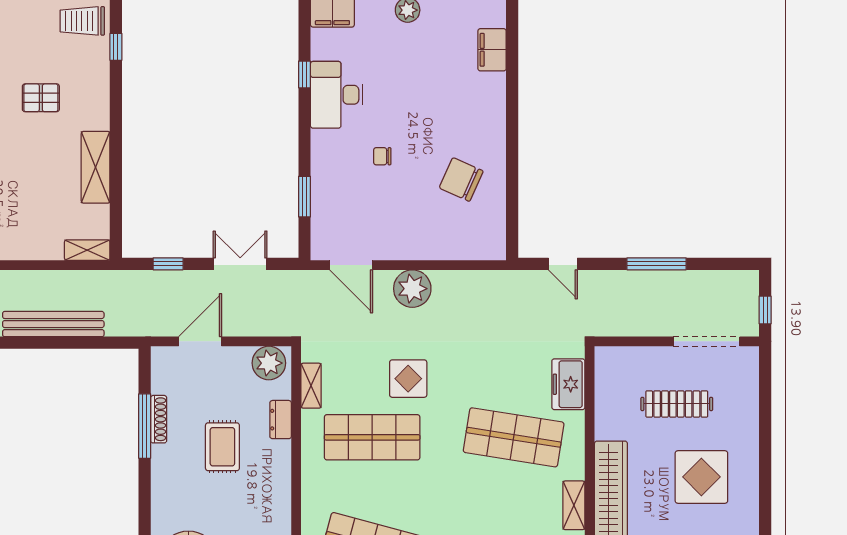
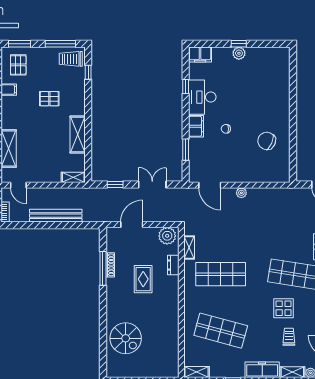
filing cabinet: (492, 50) -> (196, 126), moved, turned 180
plant: (412, 289) -> (241, 193), width x0.53, depth x0.53
display table: (408, 379) -> (284, 308), moved

